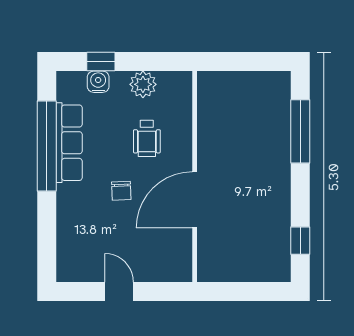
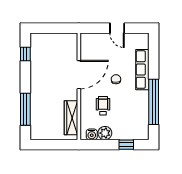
water cooler: (98, 82) -> (92, 134), moved
wardrobe: (210, 114) -> (71, 118), added
row of seats: (69, 143) -> (142, 70), moved

